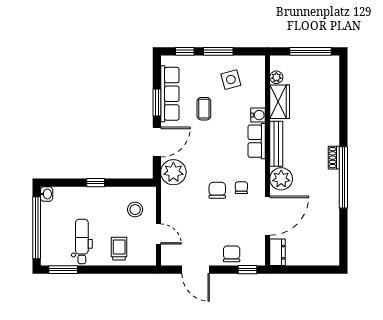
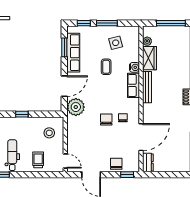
window: (157, 103) -> (64, 47), moved
coffee table: (204, 109) -> (106, 67), moved
plant: (281, 179) -> (150, 112), removed
door: (158, 234) -> (65, 161), moved

